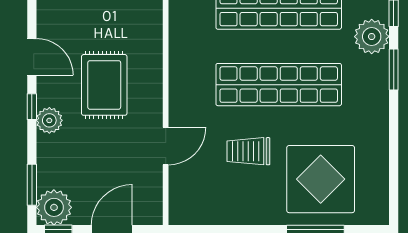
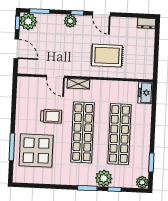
door: (32, 57) -> (101, 14), hinge flipped
rug: (104, 85) -> (107, 56), moved
shelving: (179, 98) -> (78, 84), added
trolley: (248, 151) -> (51, 116), turned 90

